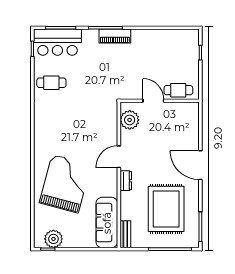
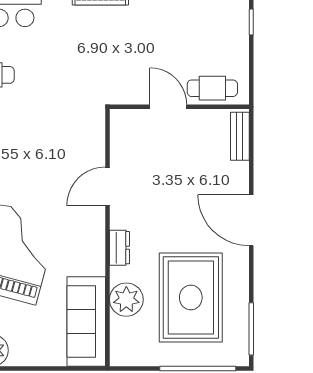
plant: (130, 120) -> (126, 300), moved
door: (119, 157) -> (107, 186), moved
bench: (125, 234) -> (240, 136), moved

